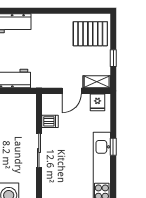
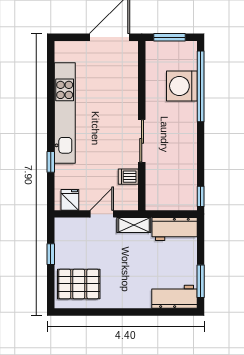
shelving: (97, 82) -> (134, 225), moved
window: (113, 147) -> (51, 162), moved

